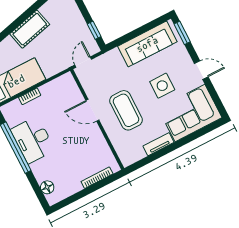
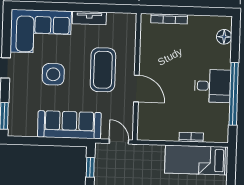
sofa: (147, 44) -> (69, 125), moved
door: (83, 62) -> (119, 142), swing flipped
desk: (33, 140) -> (212, 86), width x0.73

